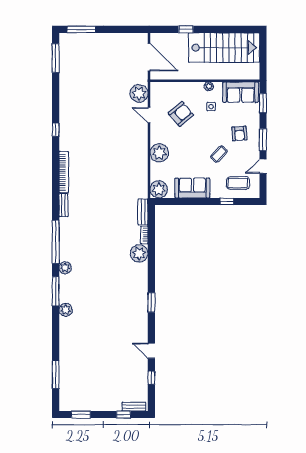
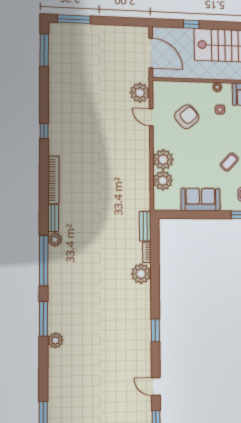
plant: (159, 189) -> (163, 181), moved
plant: (65, 268) -> (55, 240), moved

